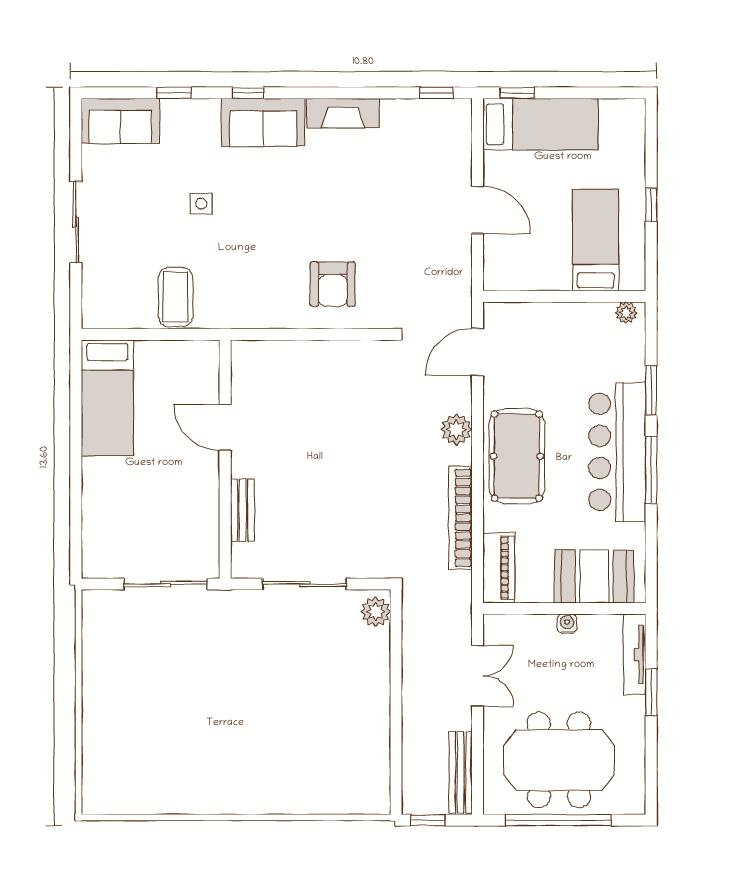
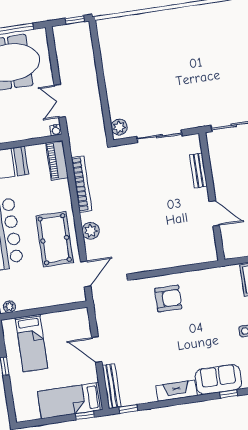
armchair: (333, 284) -> (168, 299), turned 90
pool table: (517, 456) -> (55, 239), moved
water cooler: (567, 624) -> (56, 130), moved
bench: (461, 773) -> (112, 386), moved

